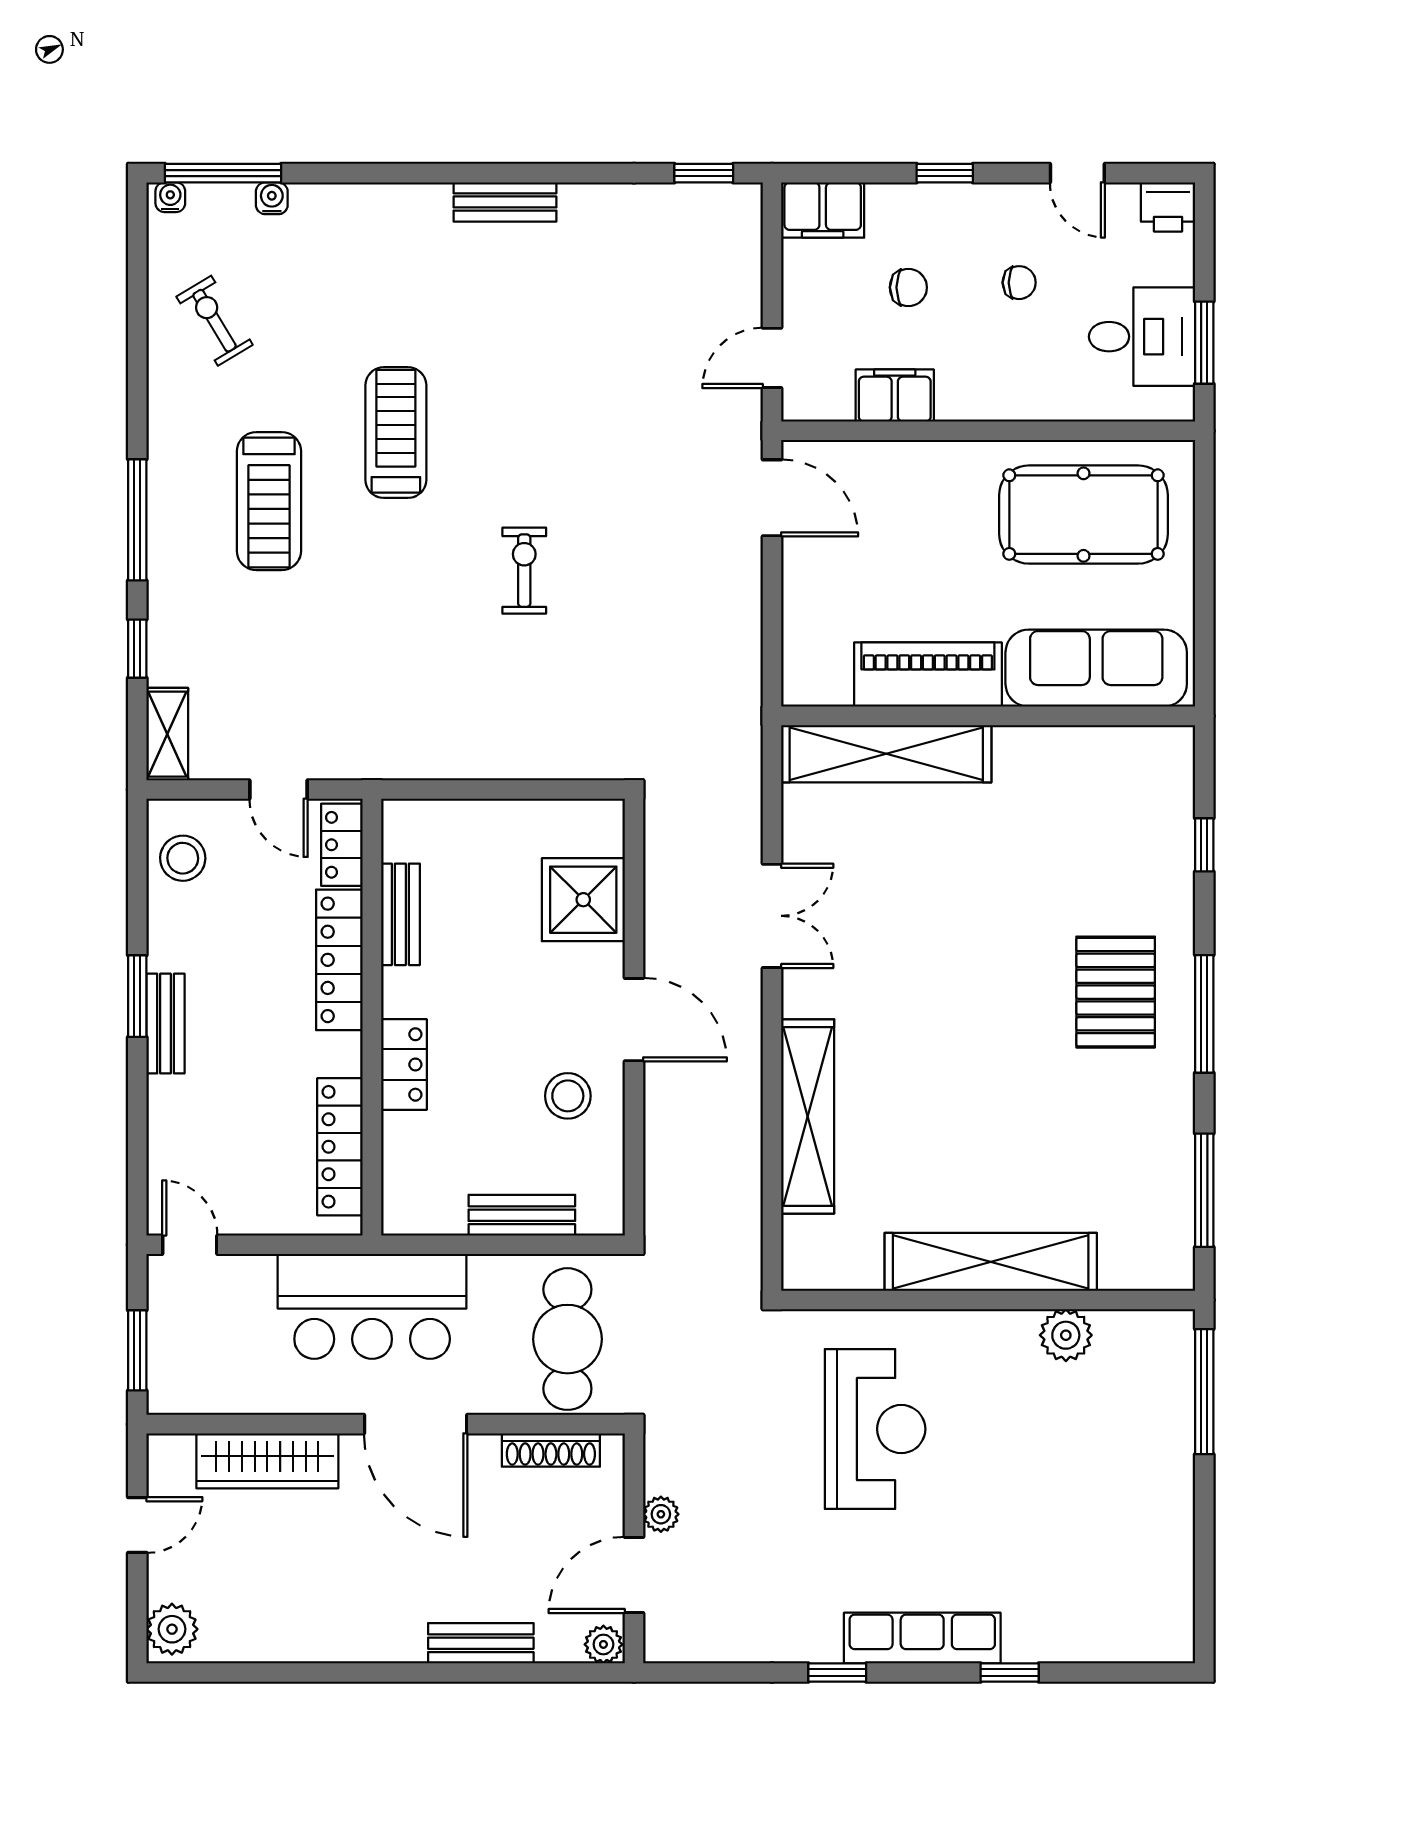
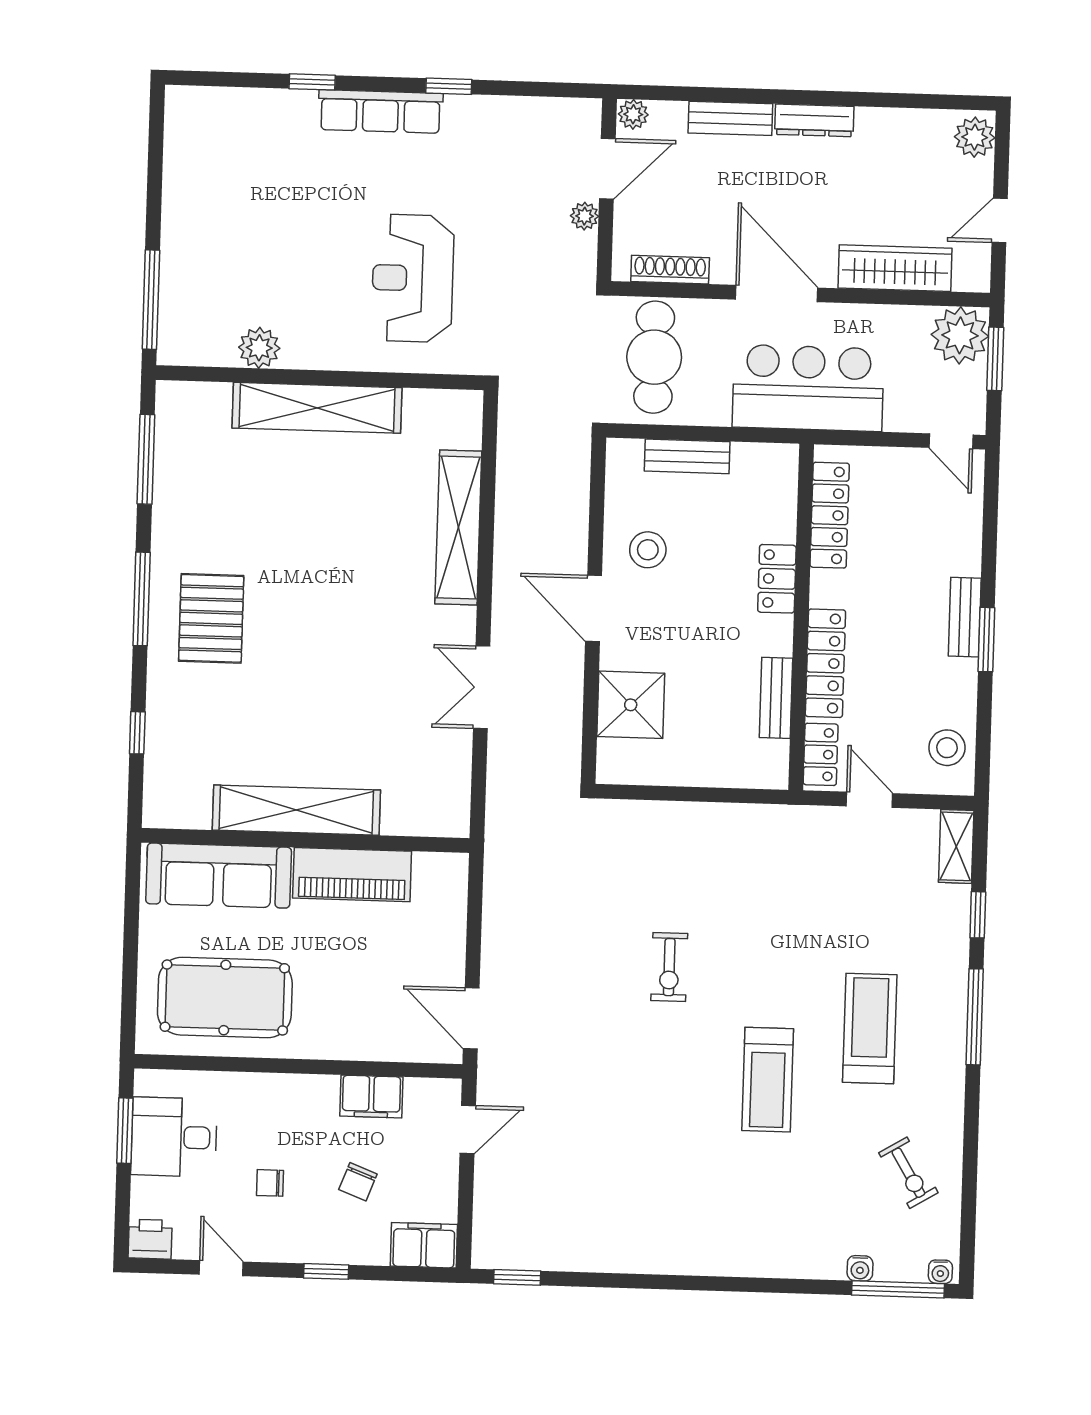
bench: (505, 202) -> (675, 1260), removed
chair: (908, 287) -> (358, 1182), turned -69
shelving: (886, 754) -> (296, 810), moved
plant: (183, 1379) -> (960, 335), added
dresser: (375, 1644) -> (814, 120), added

